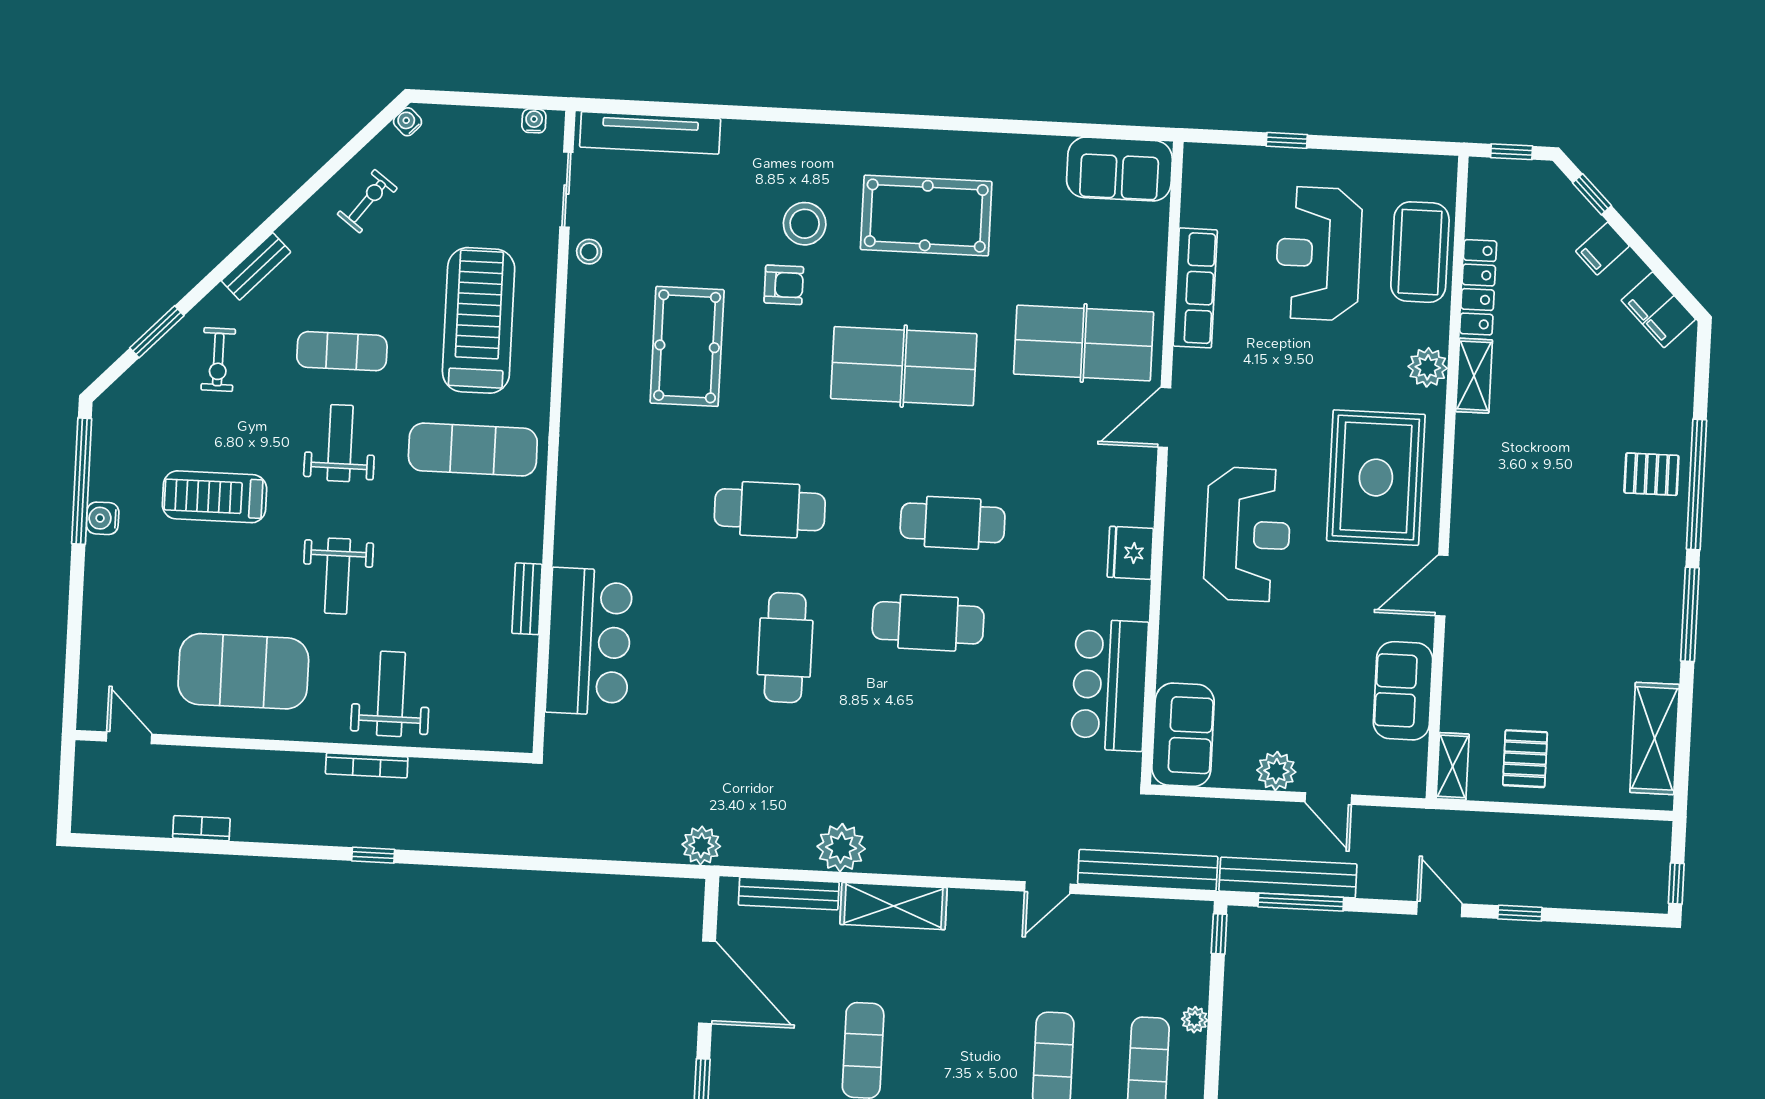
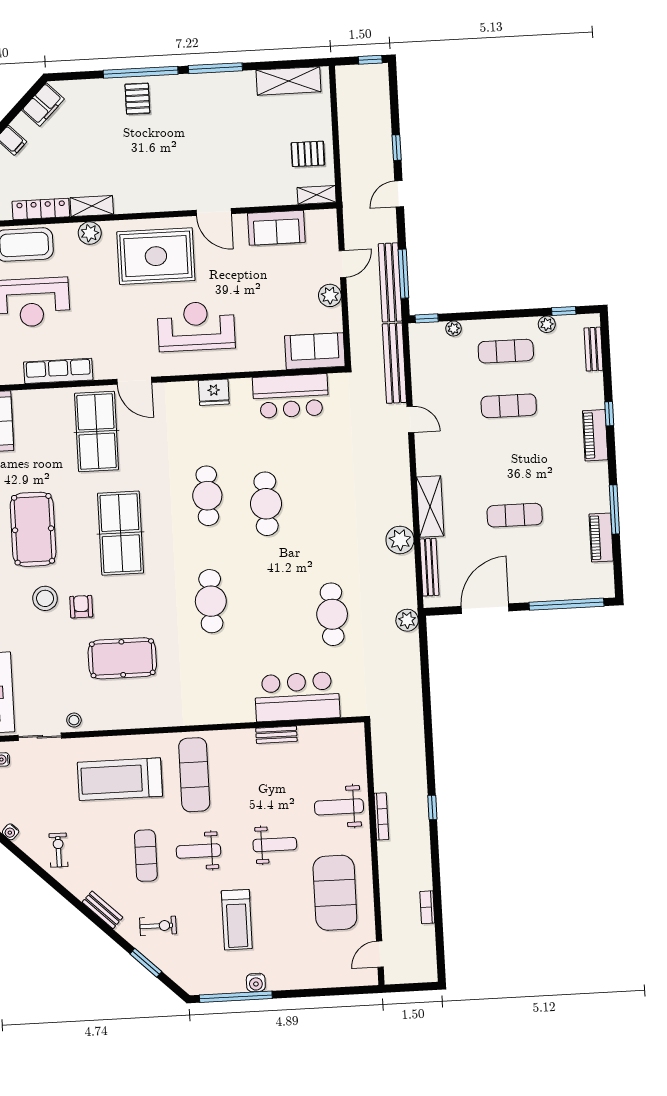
exercise bike: (367, 201) -> (58, 850), turned 53
cafe table: (785, 648) -> (332, 614), moved, turned 90
plant: (1195, 1020) -> (454, 329), moved

